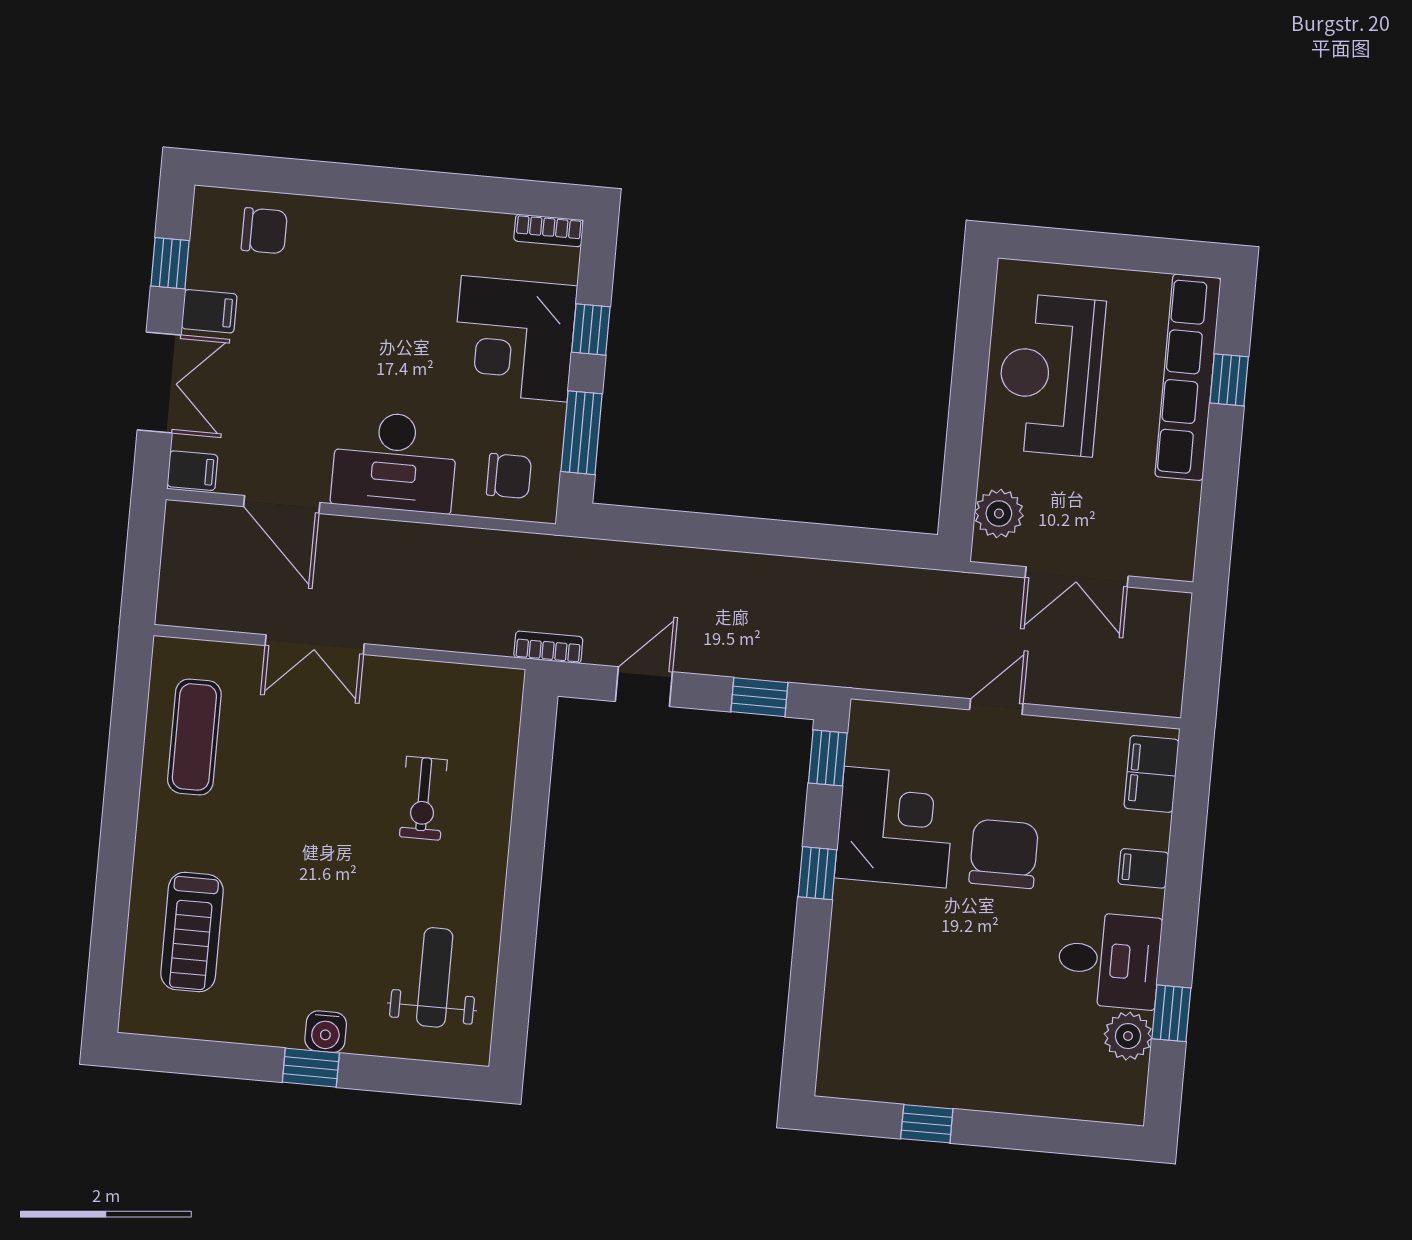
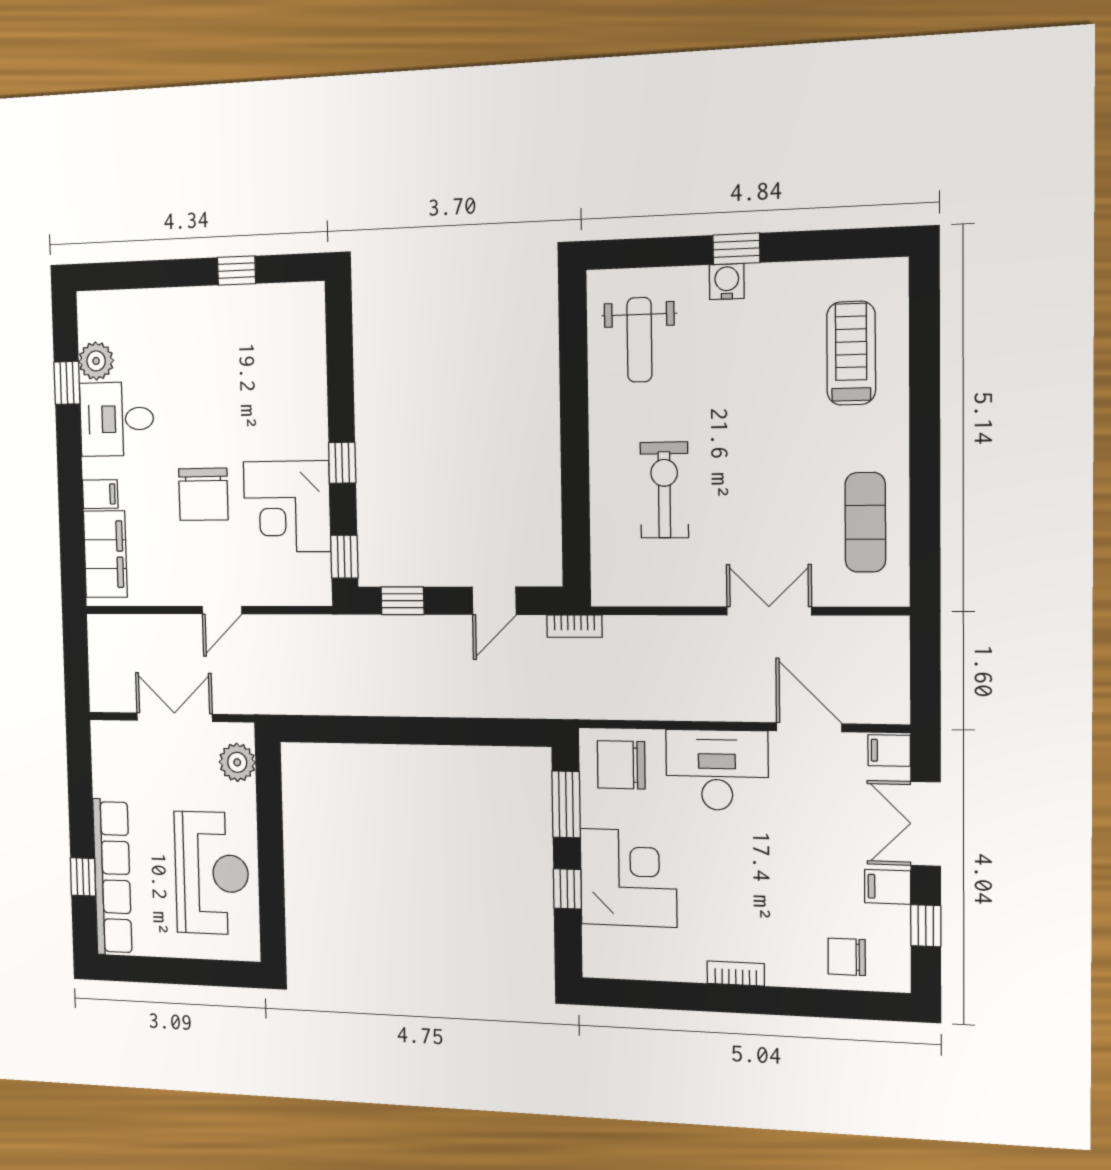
bookcase: (549, 230) -> (736, 973), moved
chair: (509, 476) -> (621, 765), width x1.37, depth x1.37
filing cabinet: (1152, 774) -> (105, 554), width x1.50, depth x1.17
exercise bike: (423, 798) -> (664, 490), width x1.38, depth x1.39

